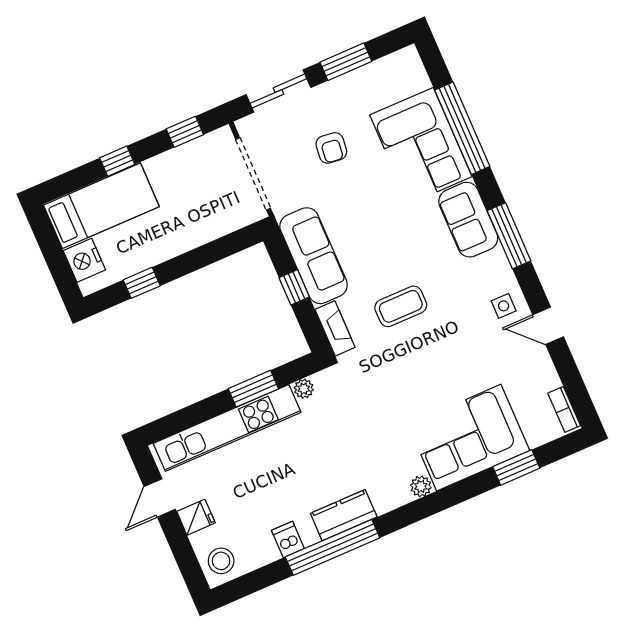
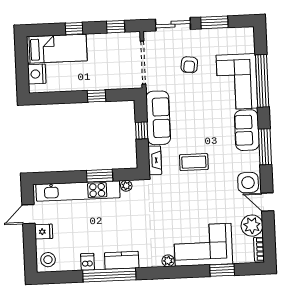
window: (142, 283) -> (96, 96), moved
side table: (504, 306) -> (248, 183), width x1.87, depth x1.87
plant: (537, 375) -> (252, 226), added

